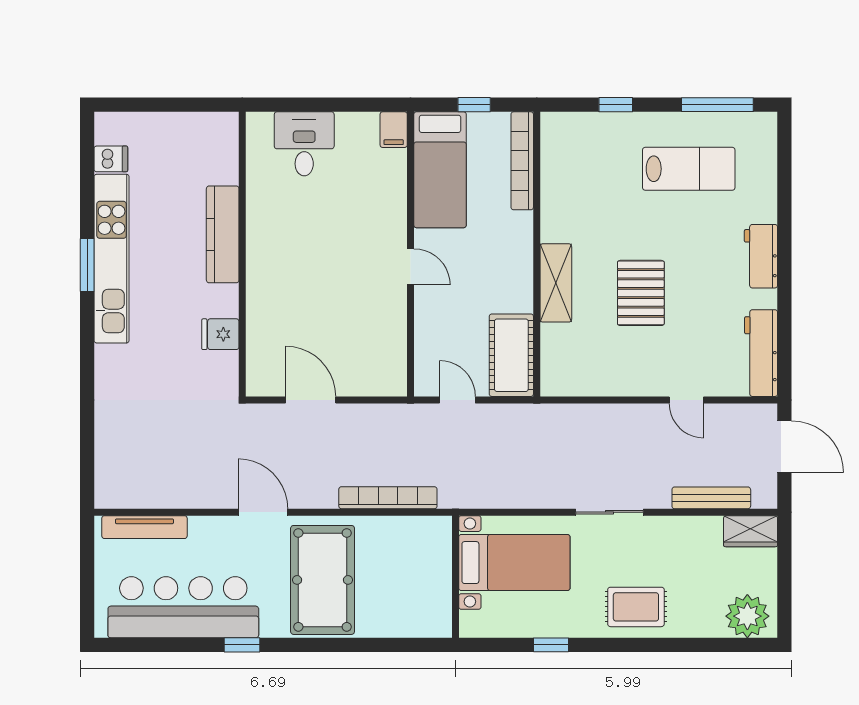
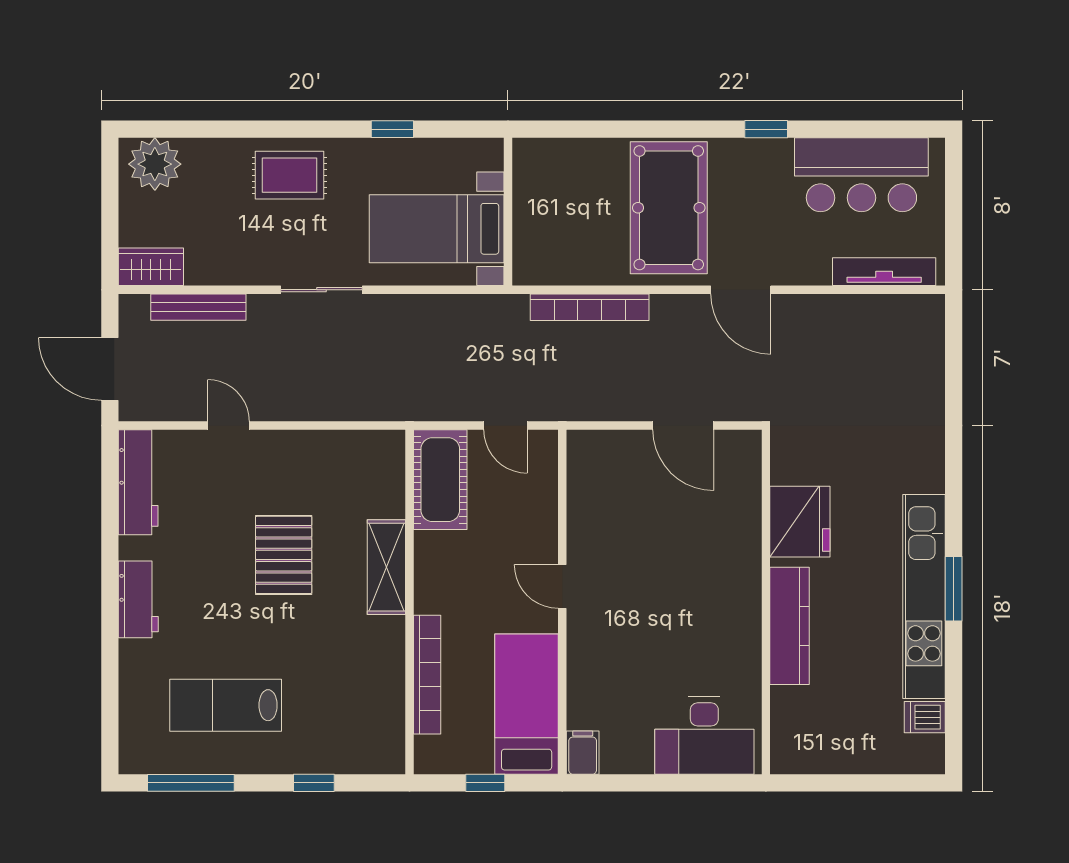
desk: (304, 144) -> (704, 735), width x1.37
bookcase: (522, 161) -> (427, 675), moved
fridge: (220, 334) -> (800, 522), width x1.88, depth x1.34
bar counter: (183, 607) -> (861, 175), width x0.73

